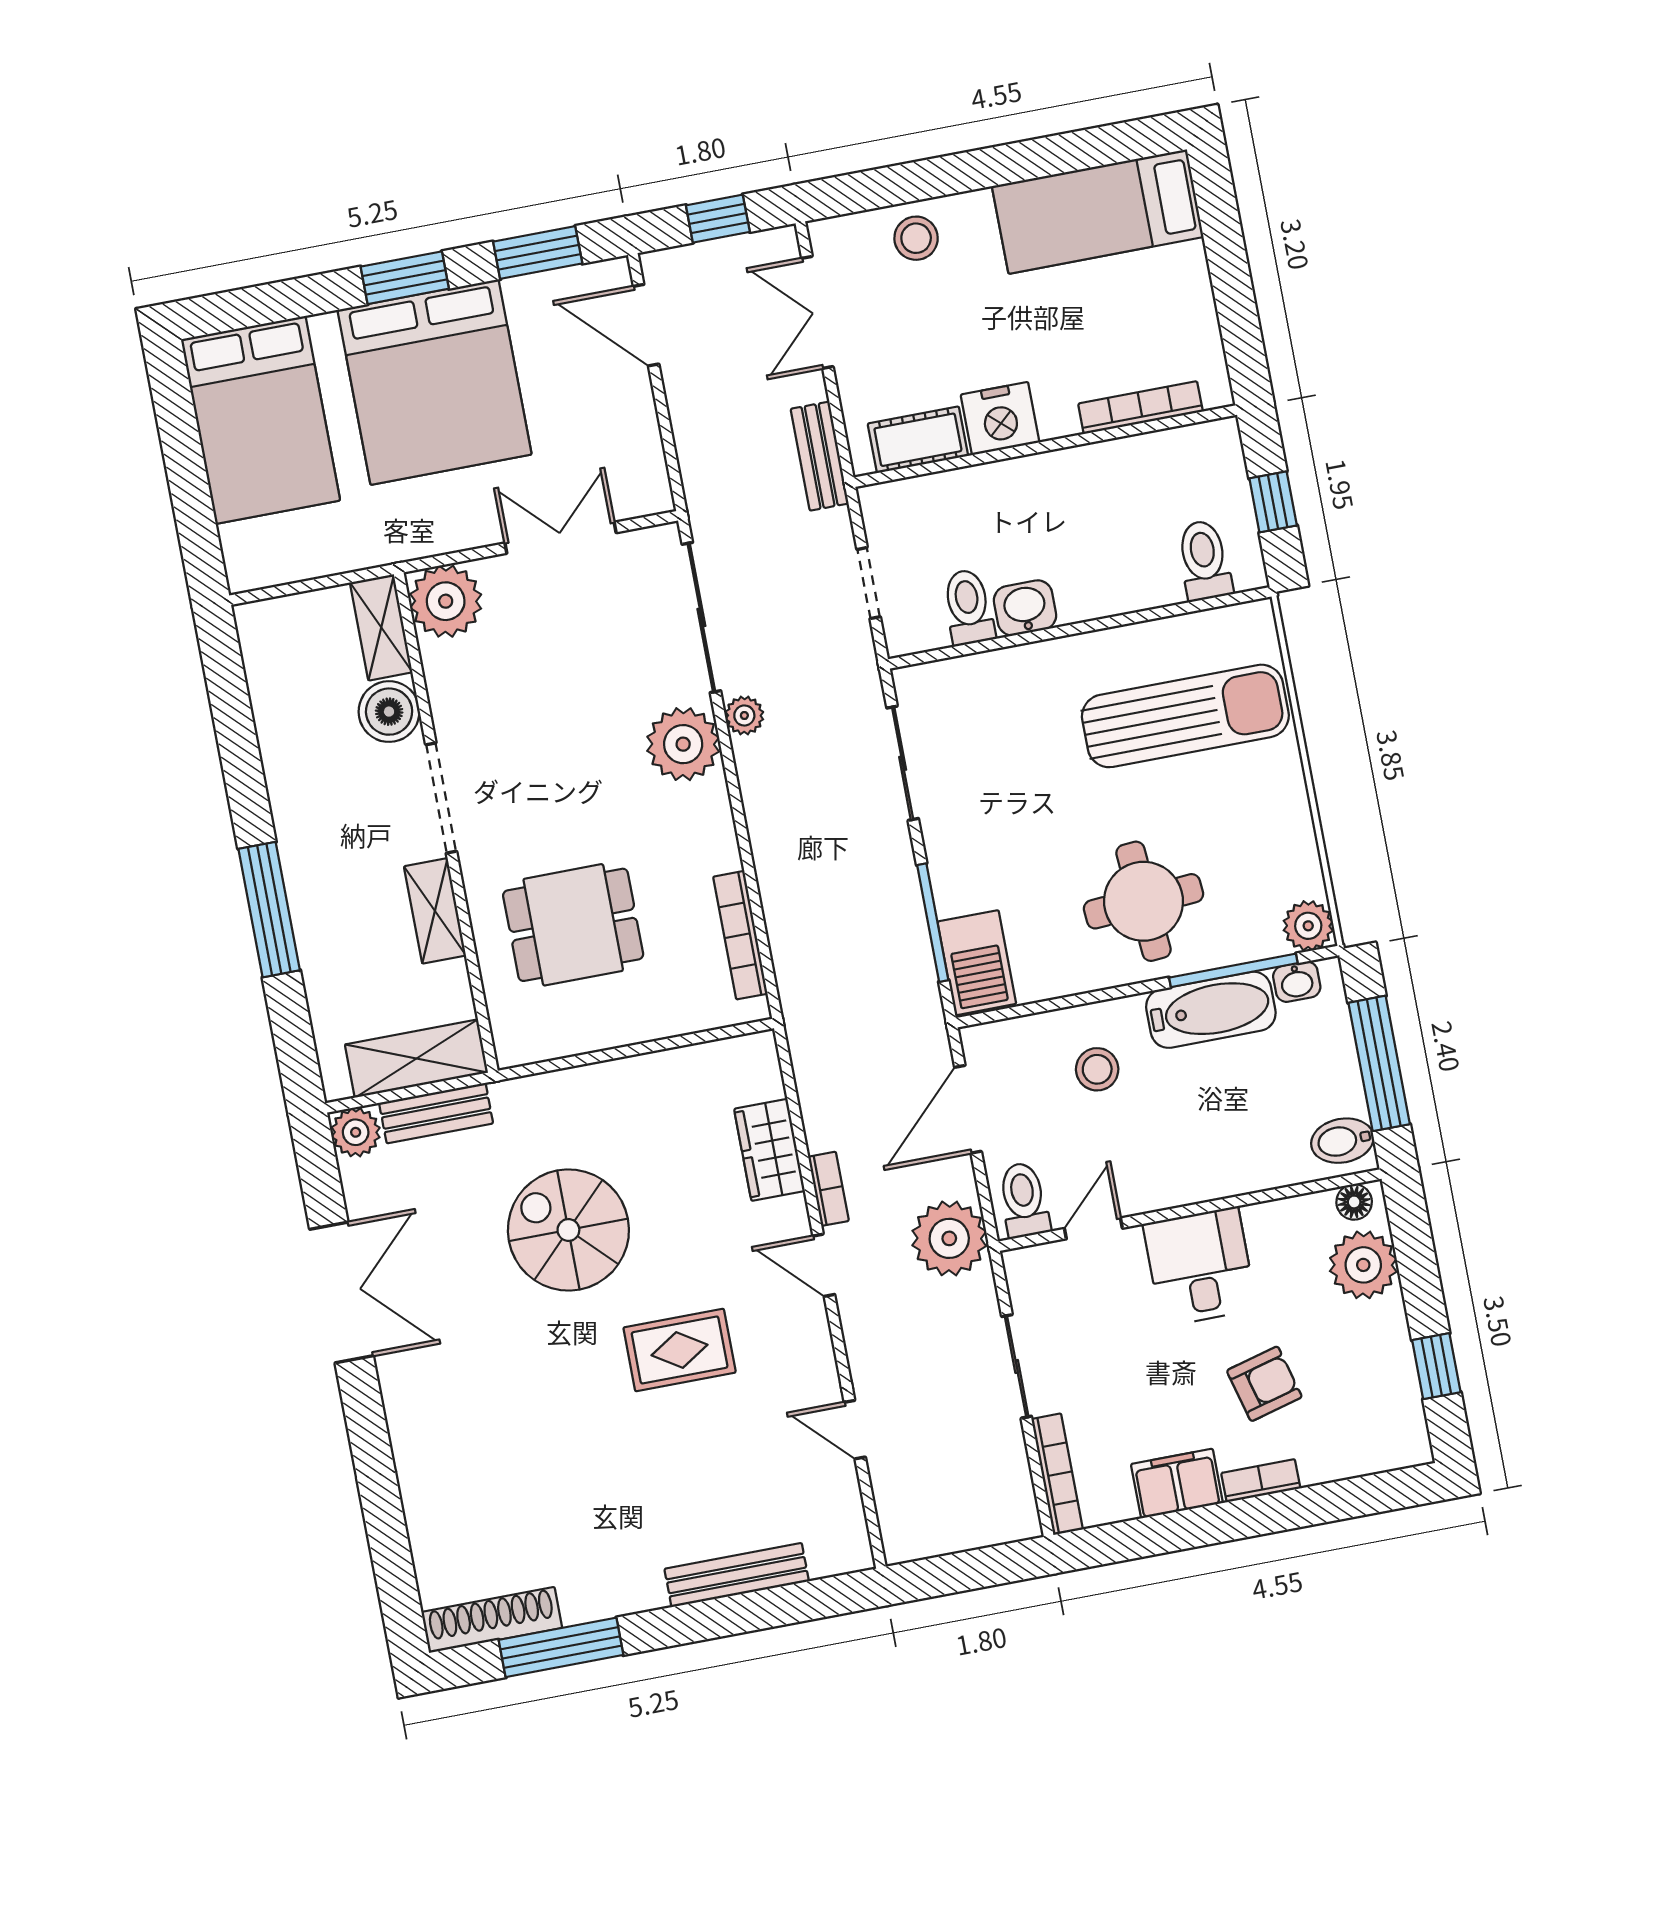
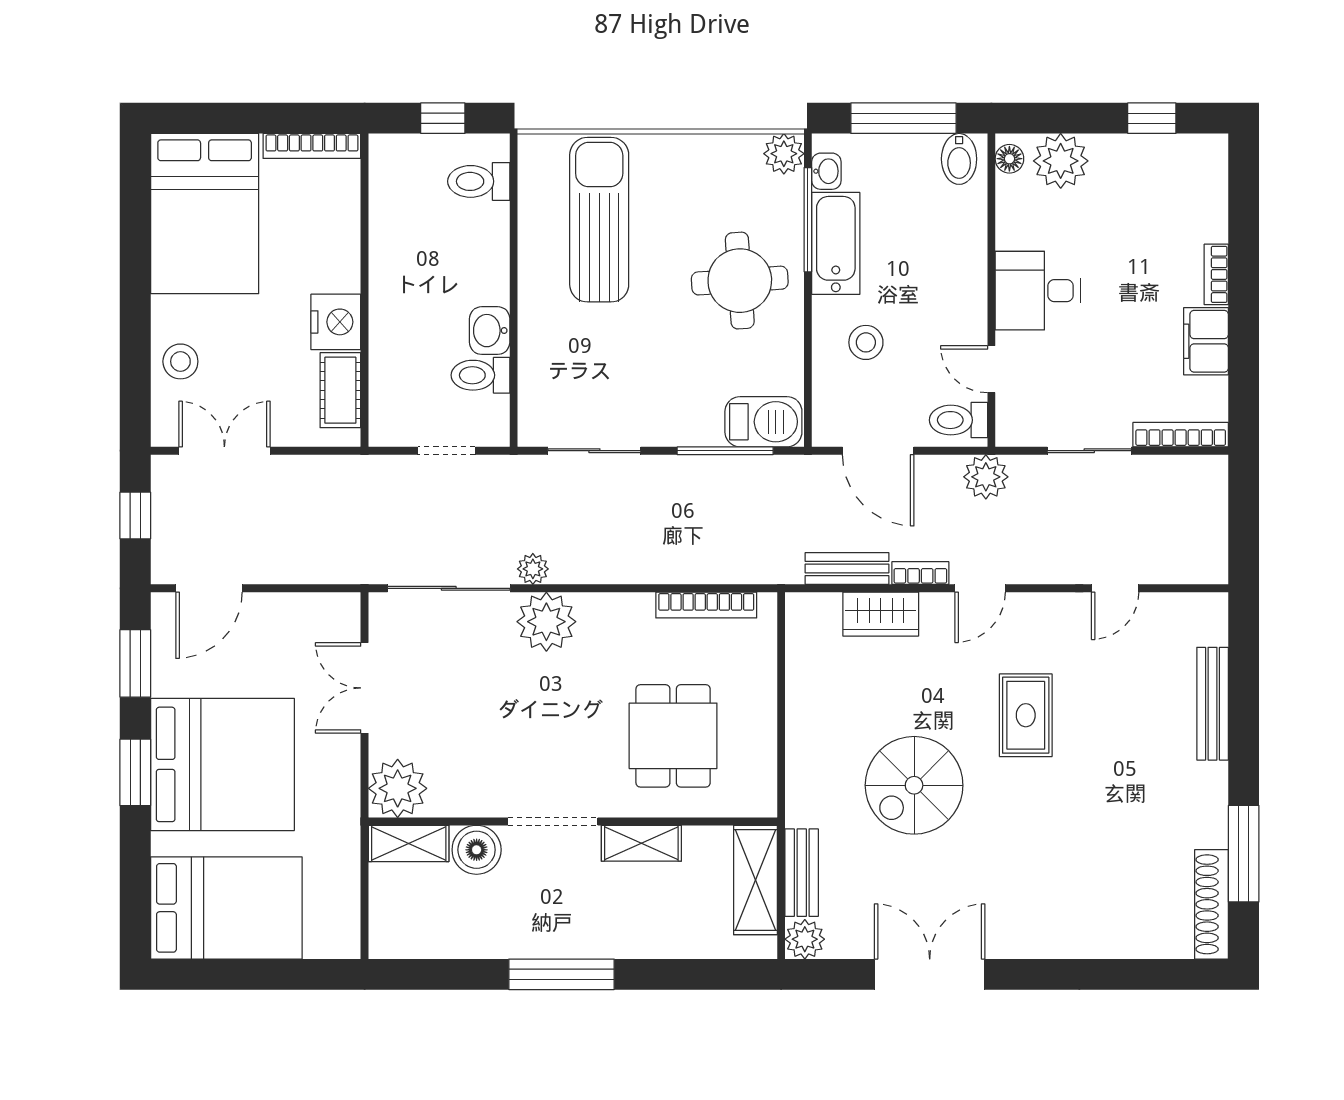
bed: (1098, 212) -> (205, 214), width x1.50
double door: (817, 312) -> (224, 451), swing flipped
bookcase: (1140, 408) -> (312, 146), moved, turned -90
bench: (820, 456) -> (847, 568), moved
window: (269, 910) -> (562, 974), moved
plant: (949, 1238) -> (986, 477), width x0.73, depth x0.73
armchair: (1264, 1384) -> (1140, 257), removed

